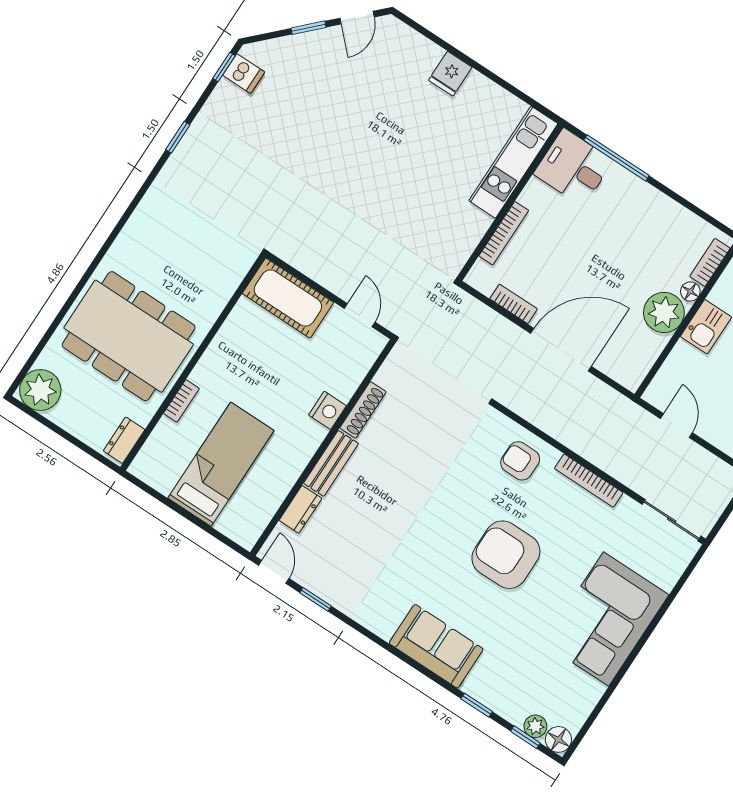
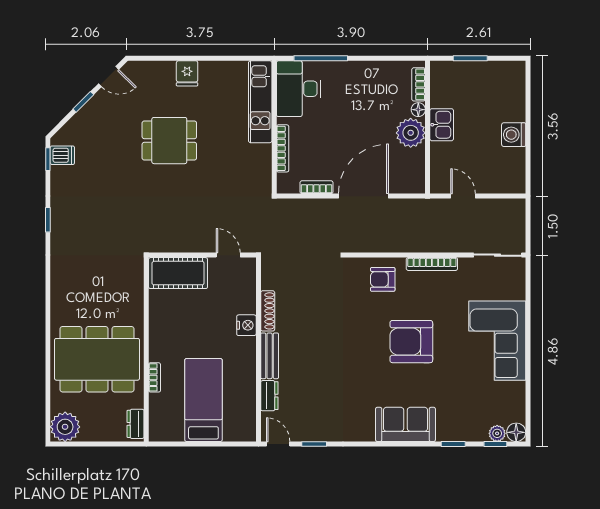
door: (357, 18) -> (109, 77), hinge flipped
dining table: (379, 138) -> (169, 141), added
desk: (573, 167) -> (298, 89), width x1.37

